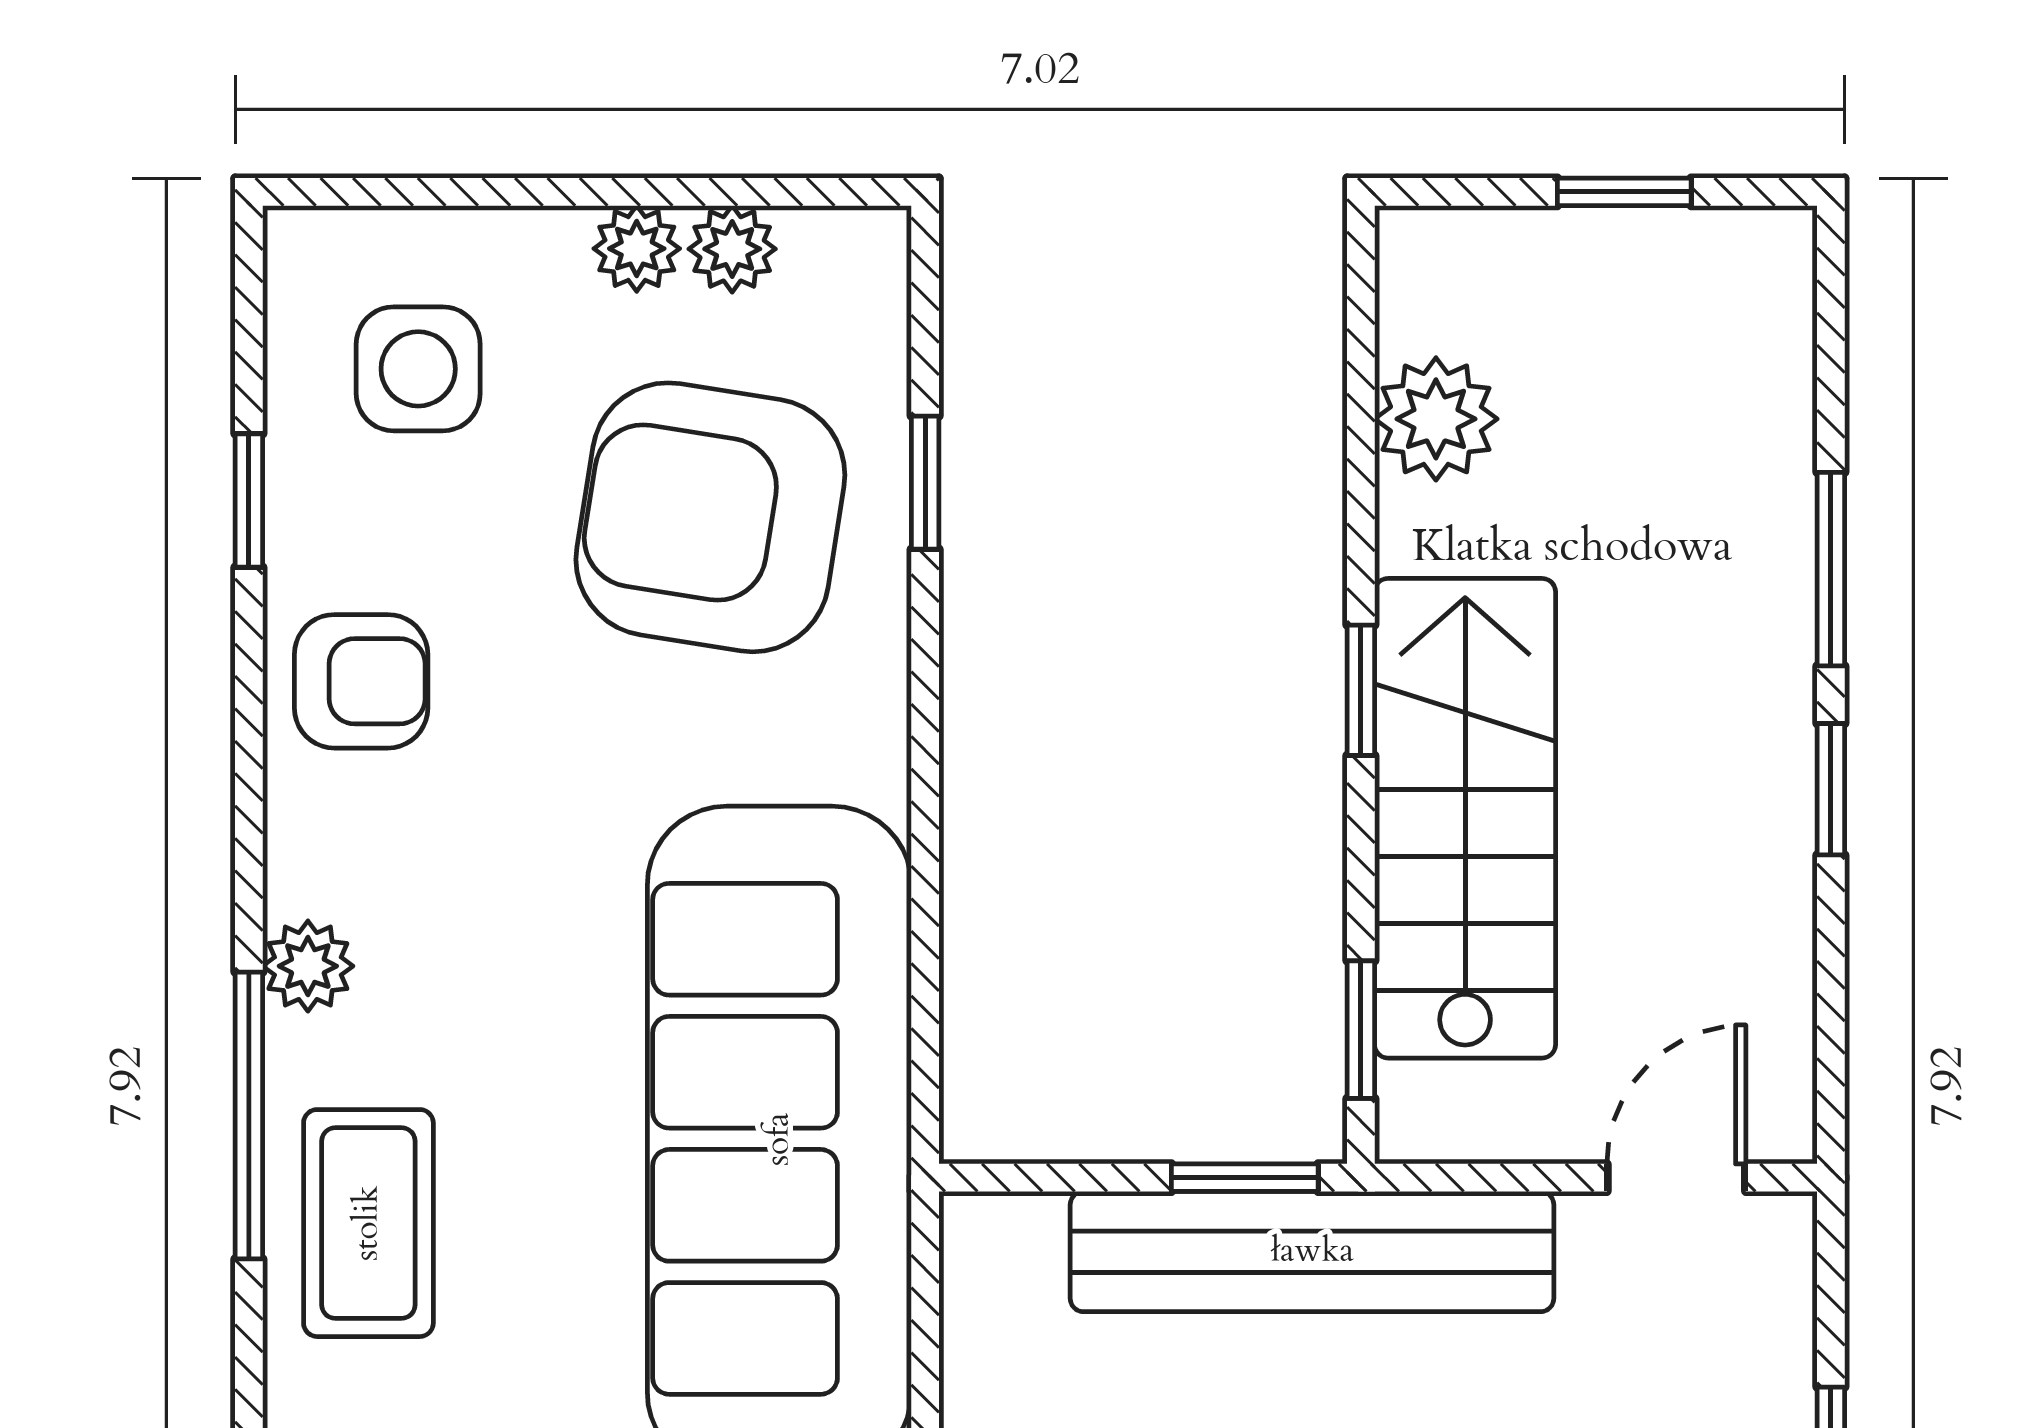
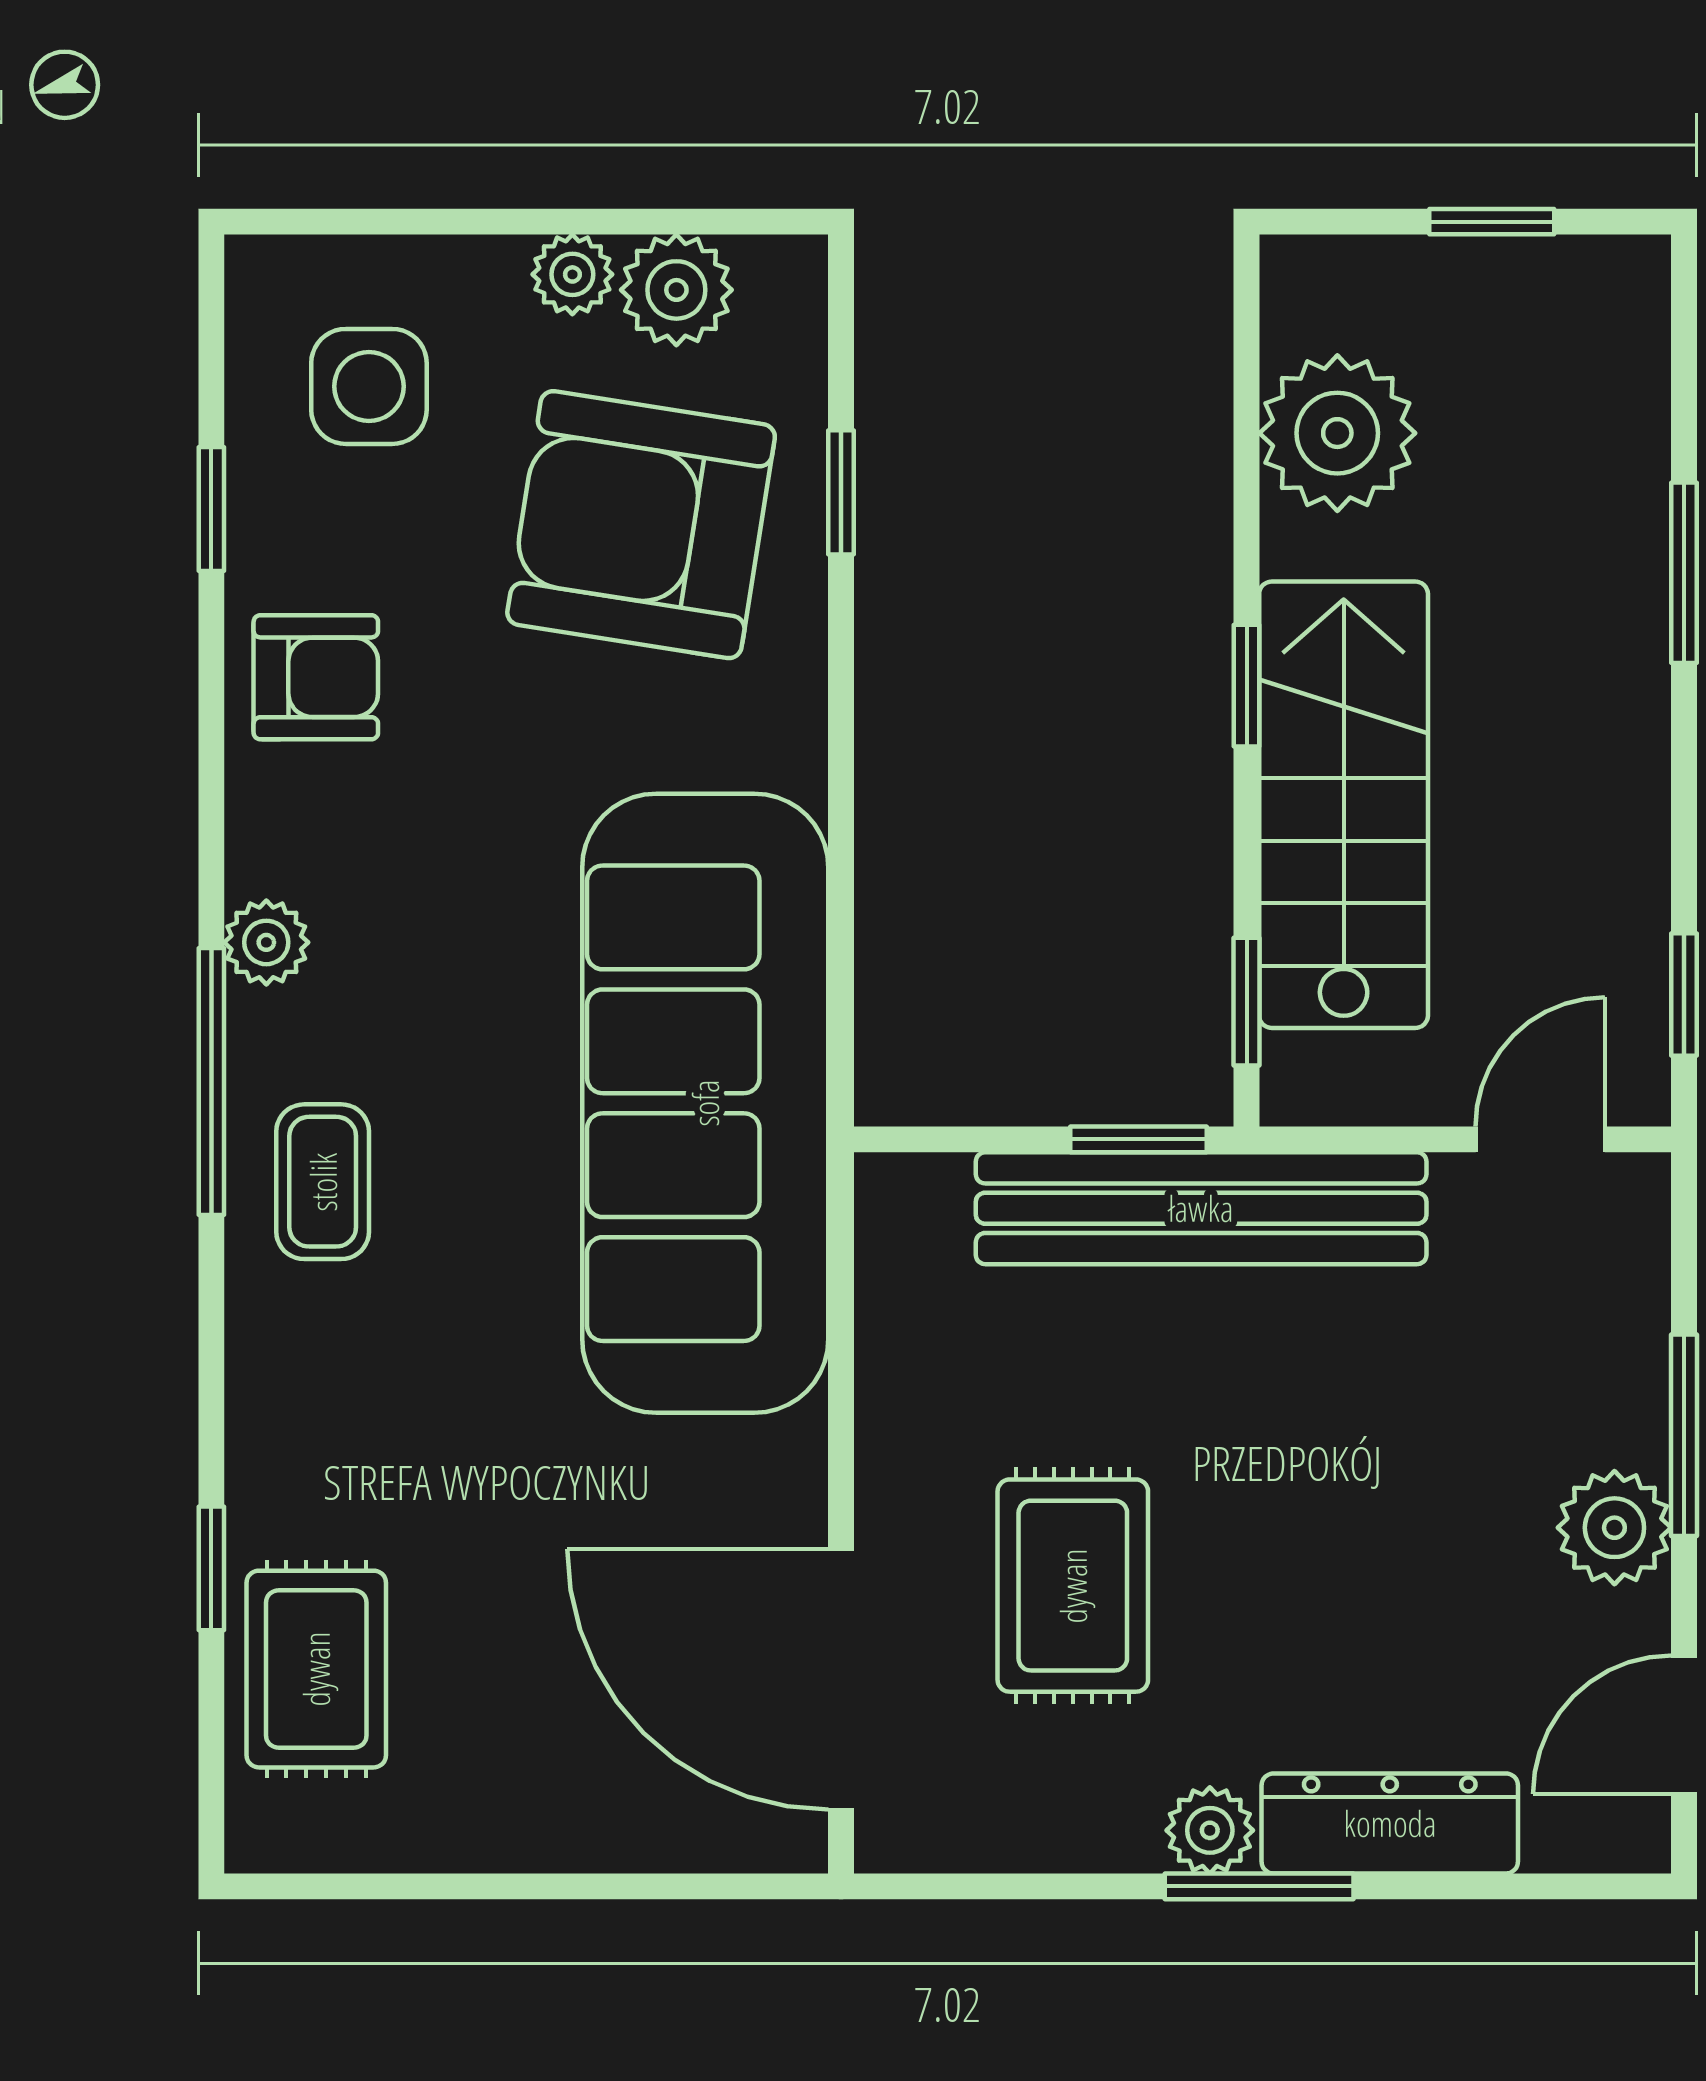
plant: (732, 249) -> (676, 290), width x1.38, depth x1.38
plant: (1436, 419) -> (1337, 433), width x1.36, depth x1.36
window: (1831, 789) -> (1684, 995), moved
coffee table: (368, 1223) -> (323, 1182), width x0.73, depth x0.77

